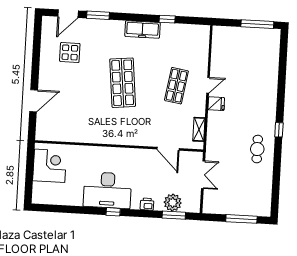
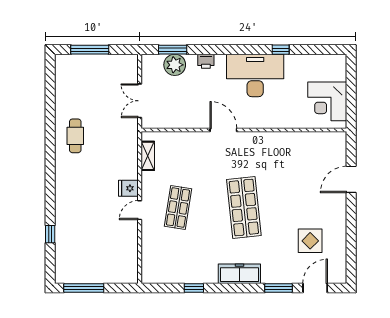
freezer: (142, 29) -> (239, 274), moved
window: (279, 130) -> (50, 234), moved
door: (168, 149) -> (223, 130), moved
window: (113, 212) -> (281, 50), moved

